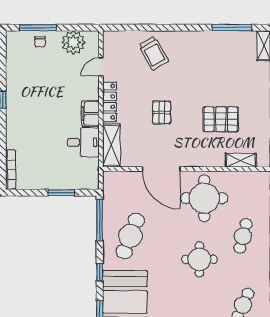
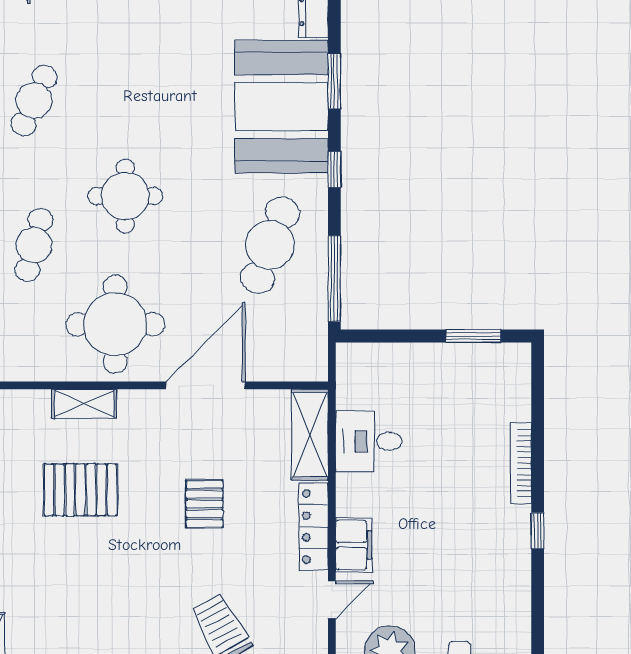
filing cabinet: (90, 114) -> (354, 545), moved
shelving: (241, 160) -> (84, 404), moved
door: (161, 169) -> (205, 385), hinge flipped
bookcase: (11, 170) -> (521, 463), moved
window: (61, 193) -> (473, 336), moved

